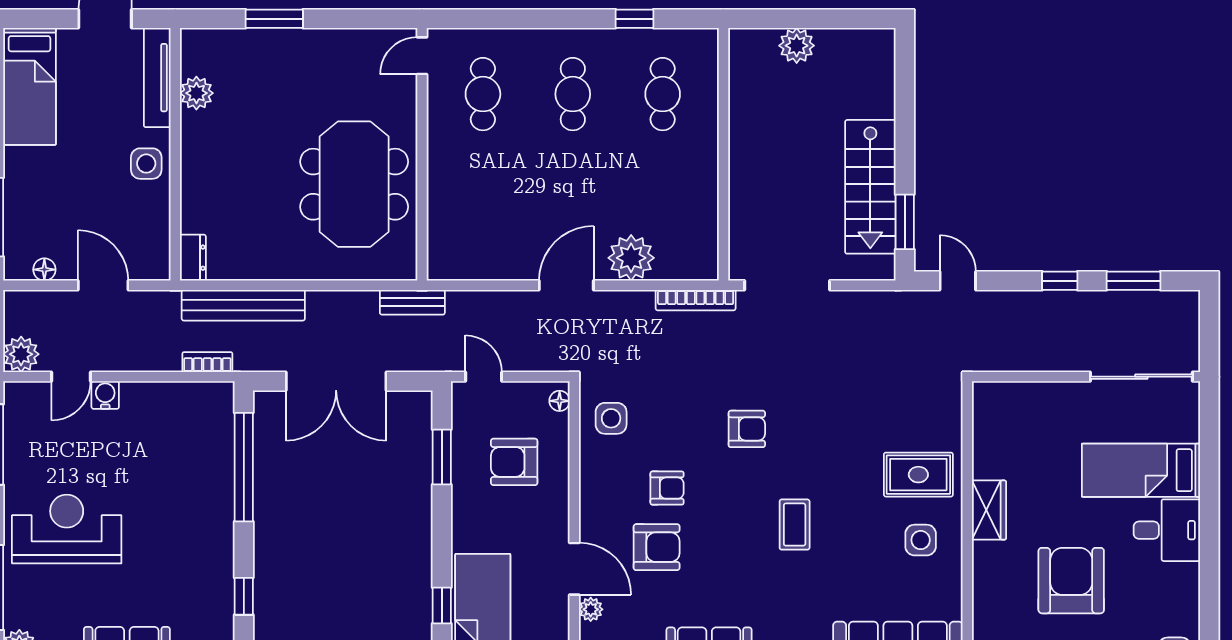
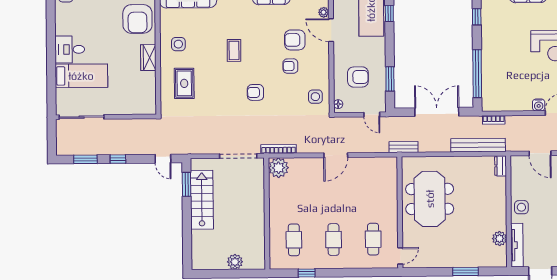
plant: (631, 258) -> (279, 168), moved
rug: (918, 475) -> (184, 83), moved, turned 90
armchair: (1071, 581) -> (137, 19), moved

